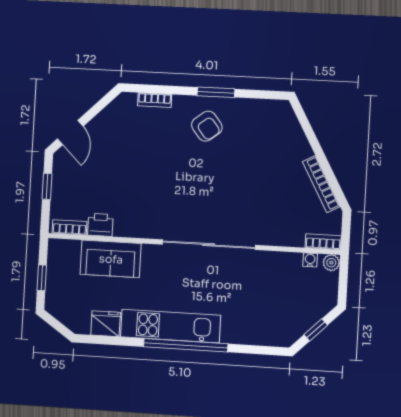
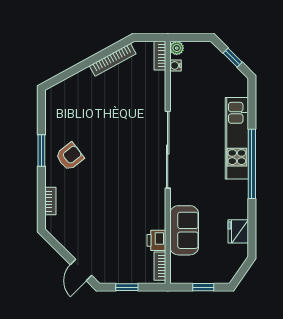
door: (70, 133) -> (81, 270), swing flipped
kitchen unit: (171, 326) -> (237, 138), moved

